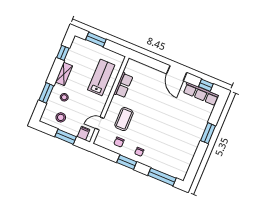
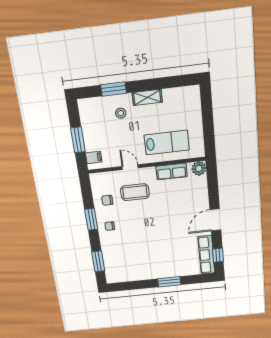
window: (96, 40) -> (207, 112), removed
window: (63, 53) -> (171, 82), removed
plant: (132, 65) -> (199, 168), added
stool: (61, 117) -> (96, 122), removed
door: (100, 123) -> (130, 167), moved
window: (162, 177) -> (98, 261), width x0.69

